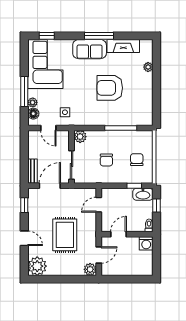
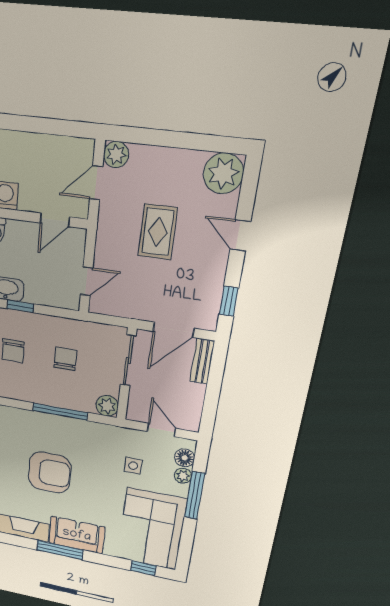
side table: (65, 112) -> (133, 466), moved
window: (121, 128) -> (60, 412), moved
rug: (65, 235) -> (158, 232), width x0.73, depth x0.70

